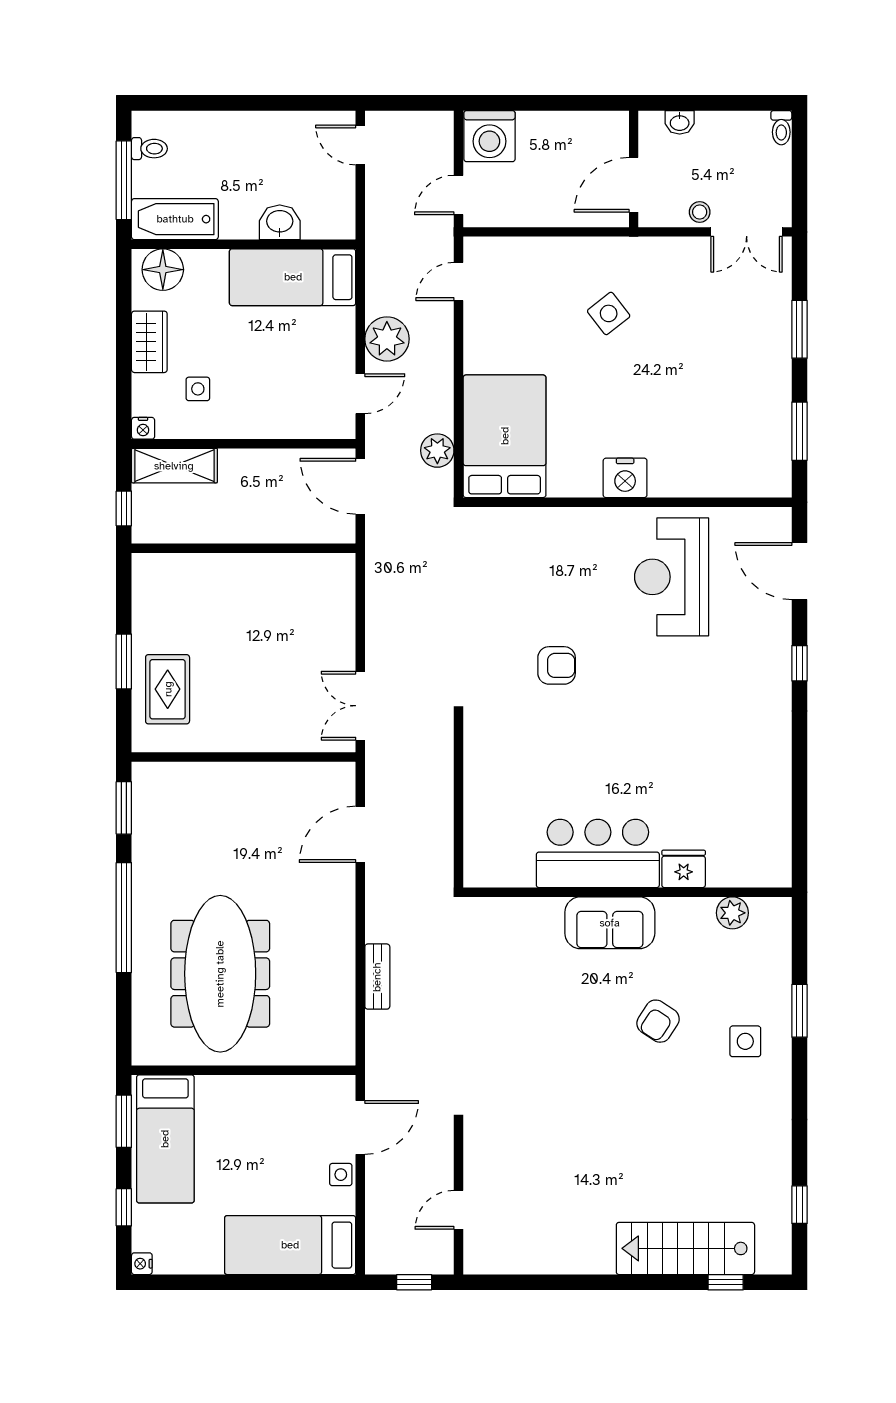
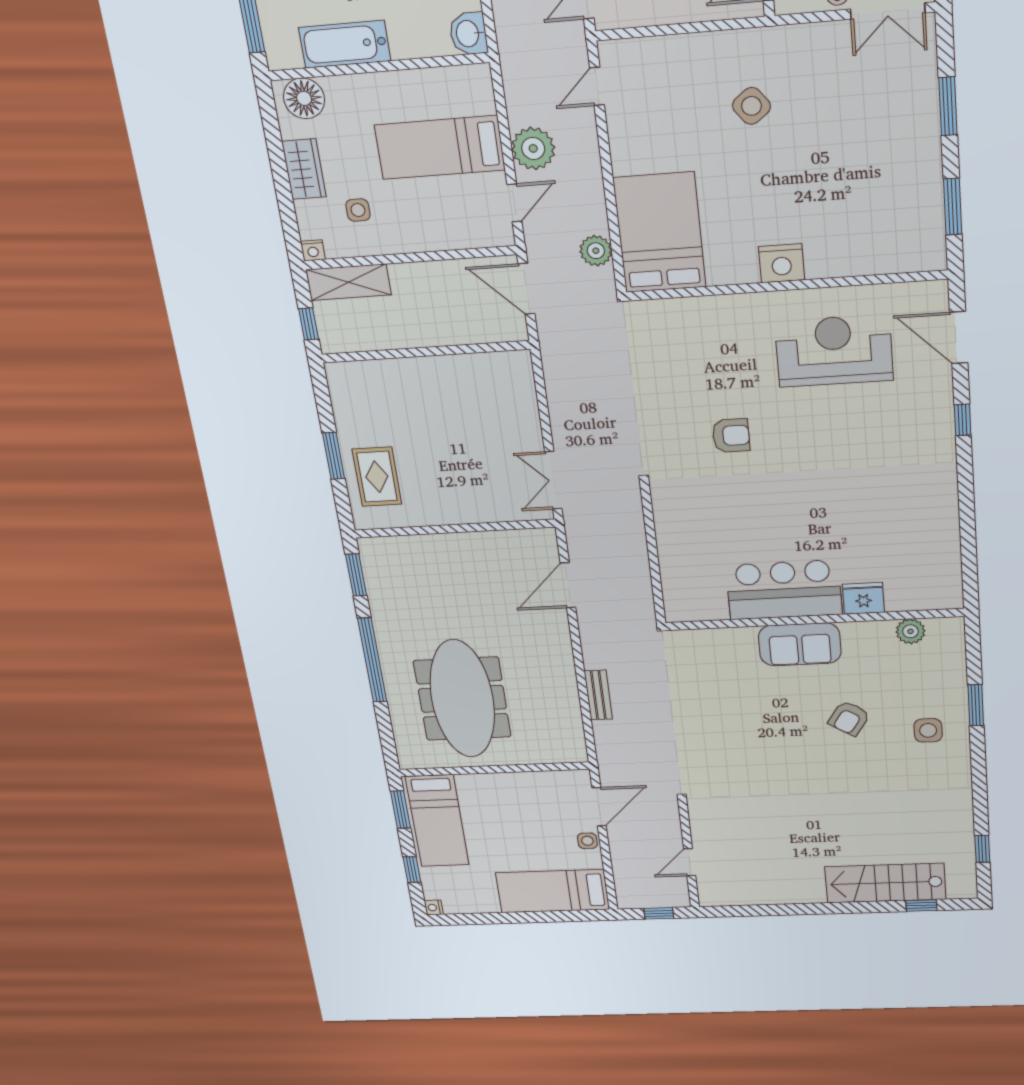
bathtub: (175, 219) -> (345, 44), moved
washbasin: (280, 222) -> (468, 34), moved, turned -90
bed: (293, 277) -> (440, 148), moved
reception desk: (672, 577) -> (834, 351), turned 90

